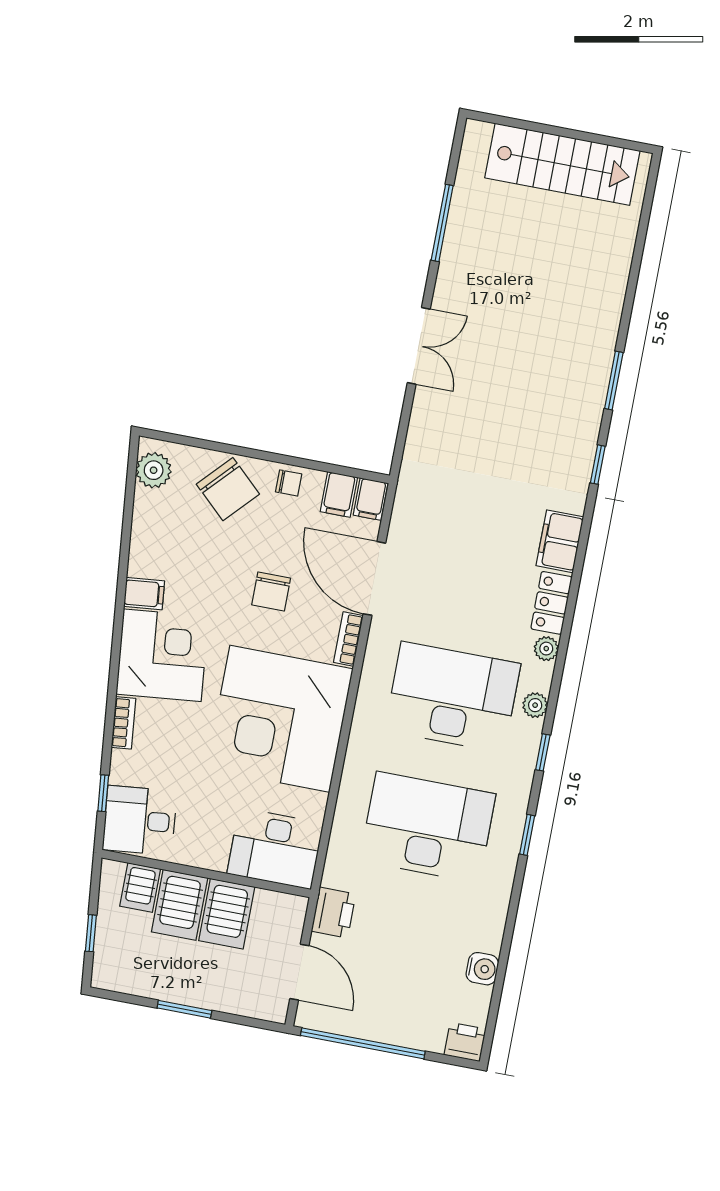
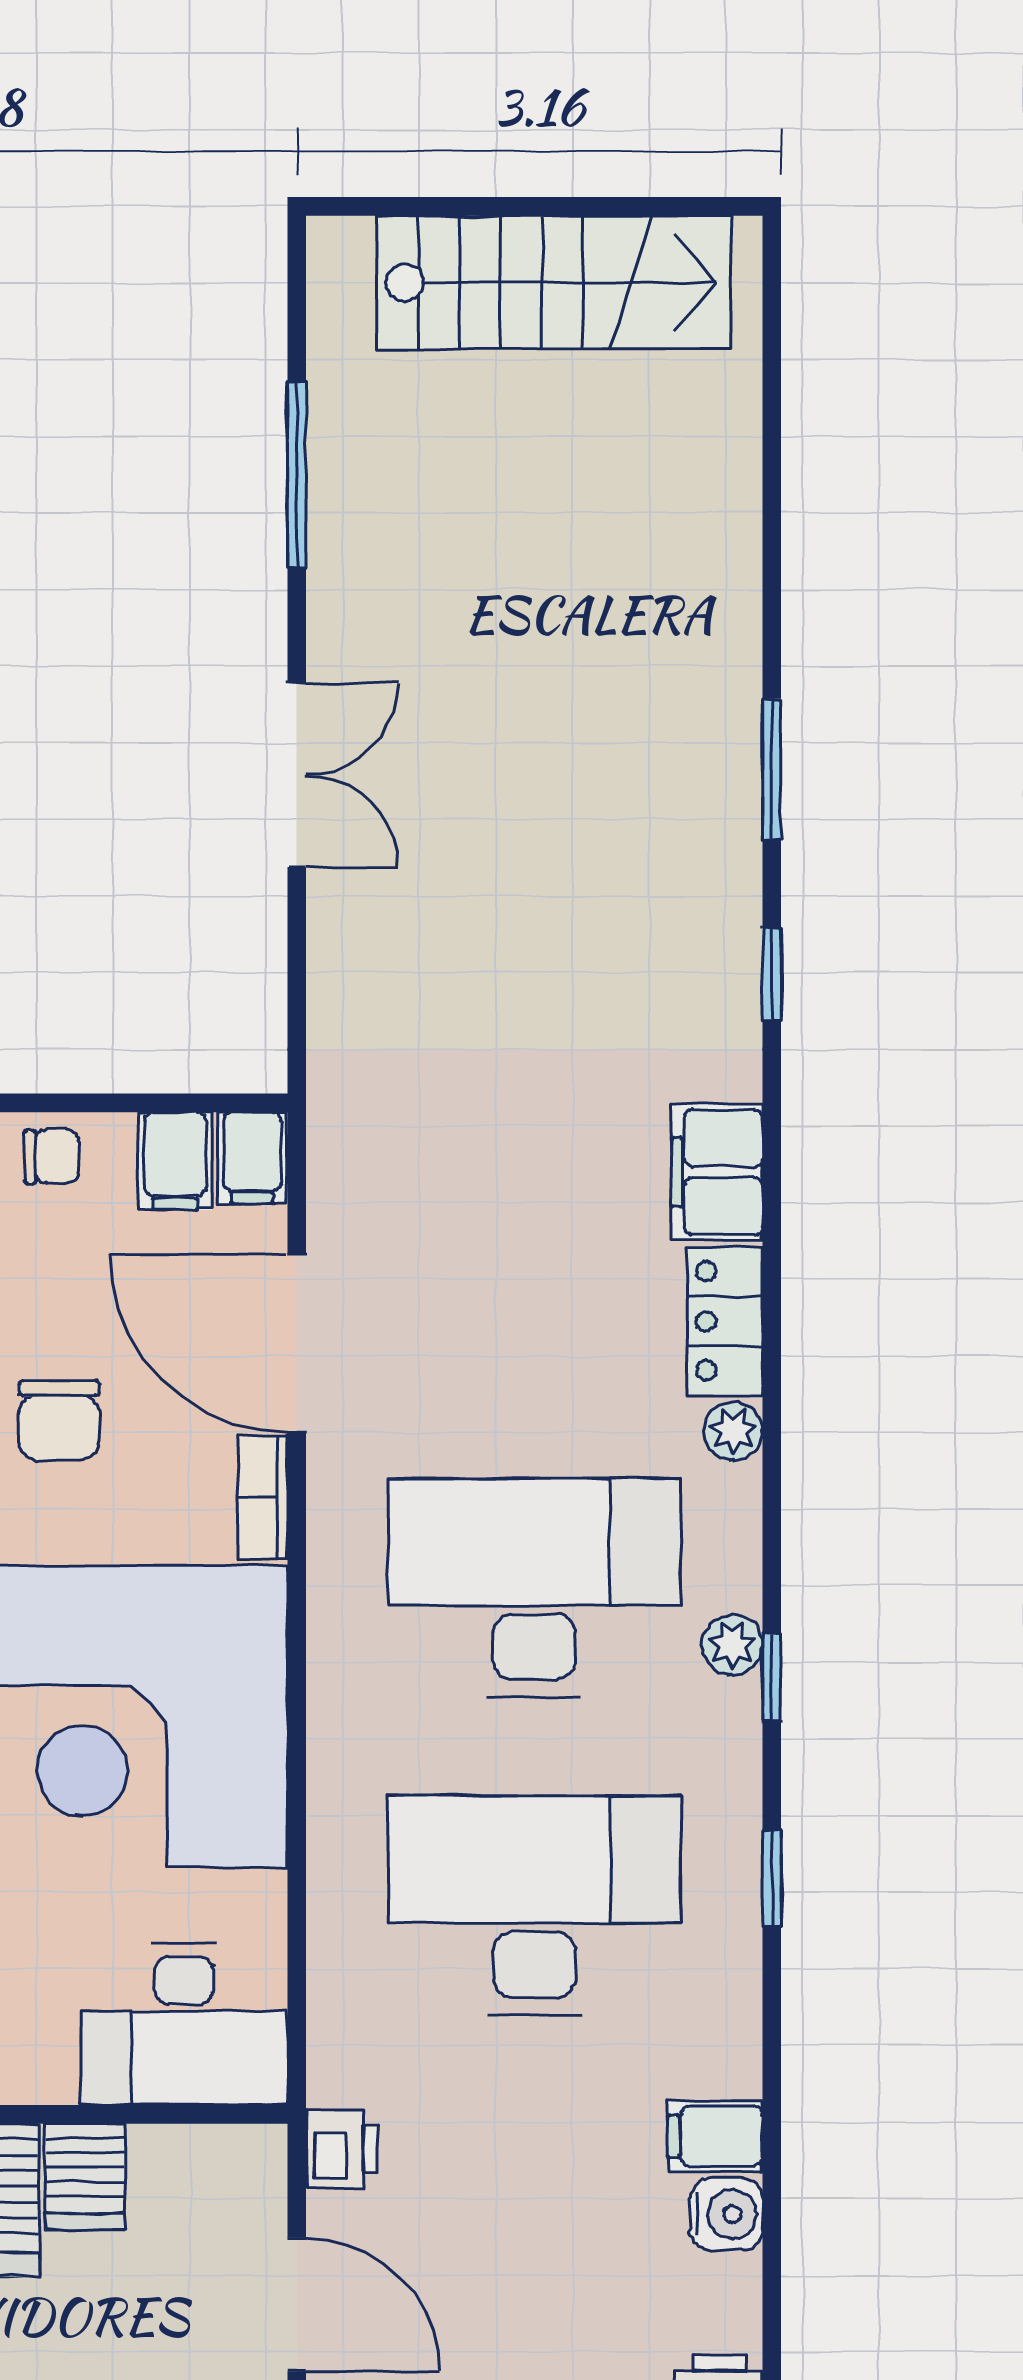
plant: (535, 705) -> (732, 1645), moved
printer: (334, 913) -> (342, 2149), width x0.73, depth x0.81
server rack: (227, 914) -> (85, 2177), width x0.73, depth x0.70
filing cabinet: (484, 936) -> (715, 2136), added

